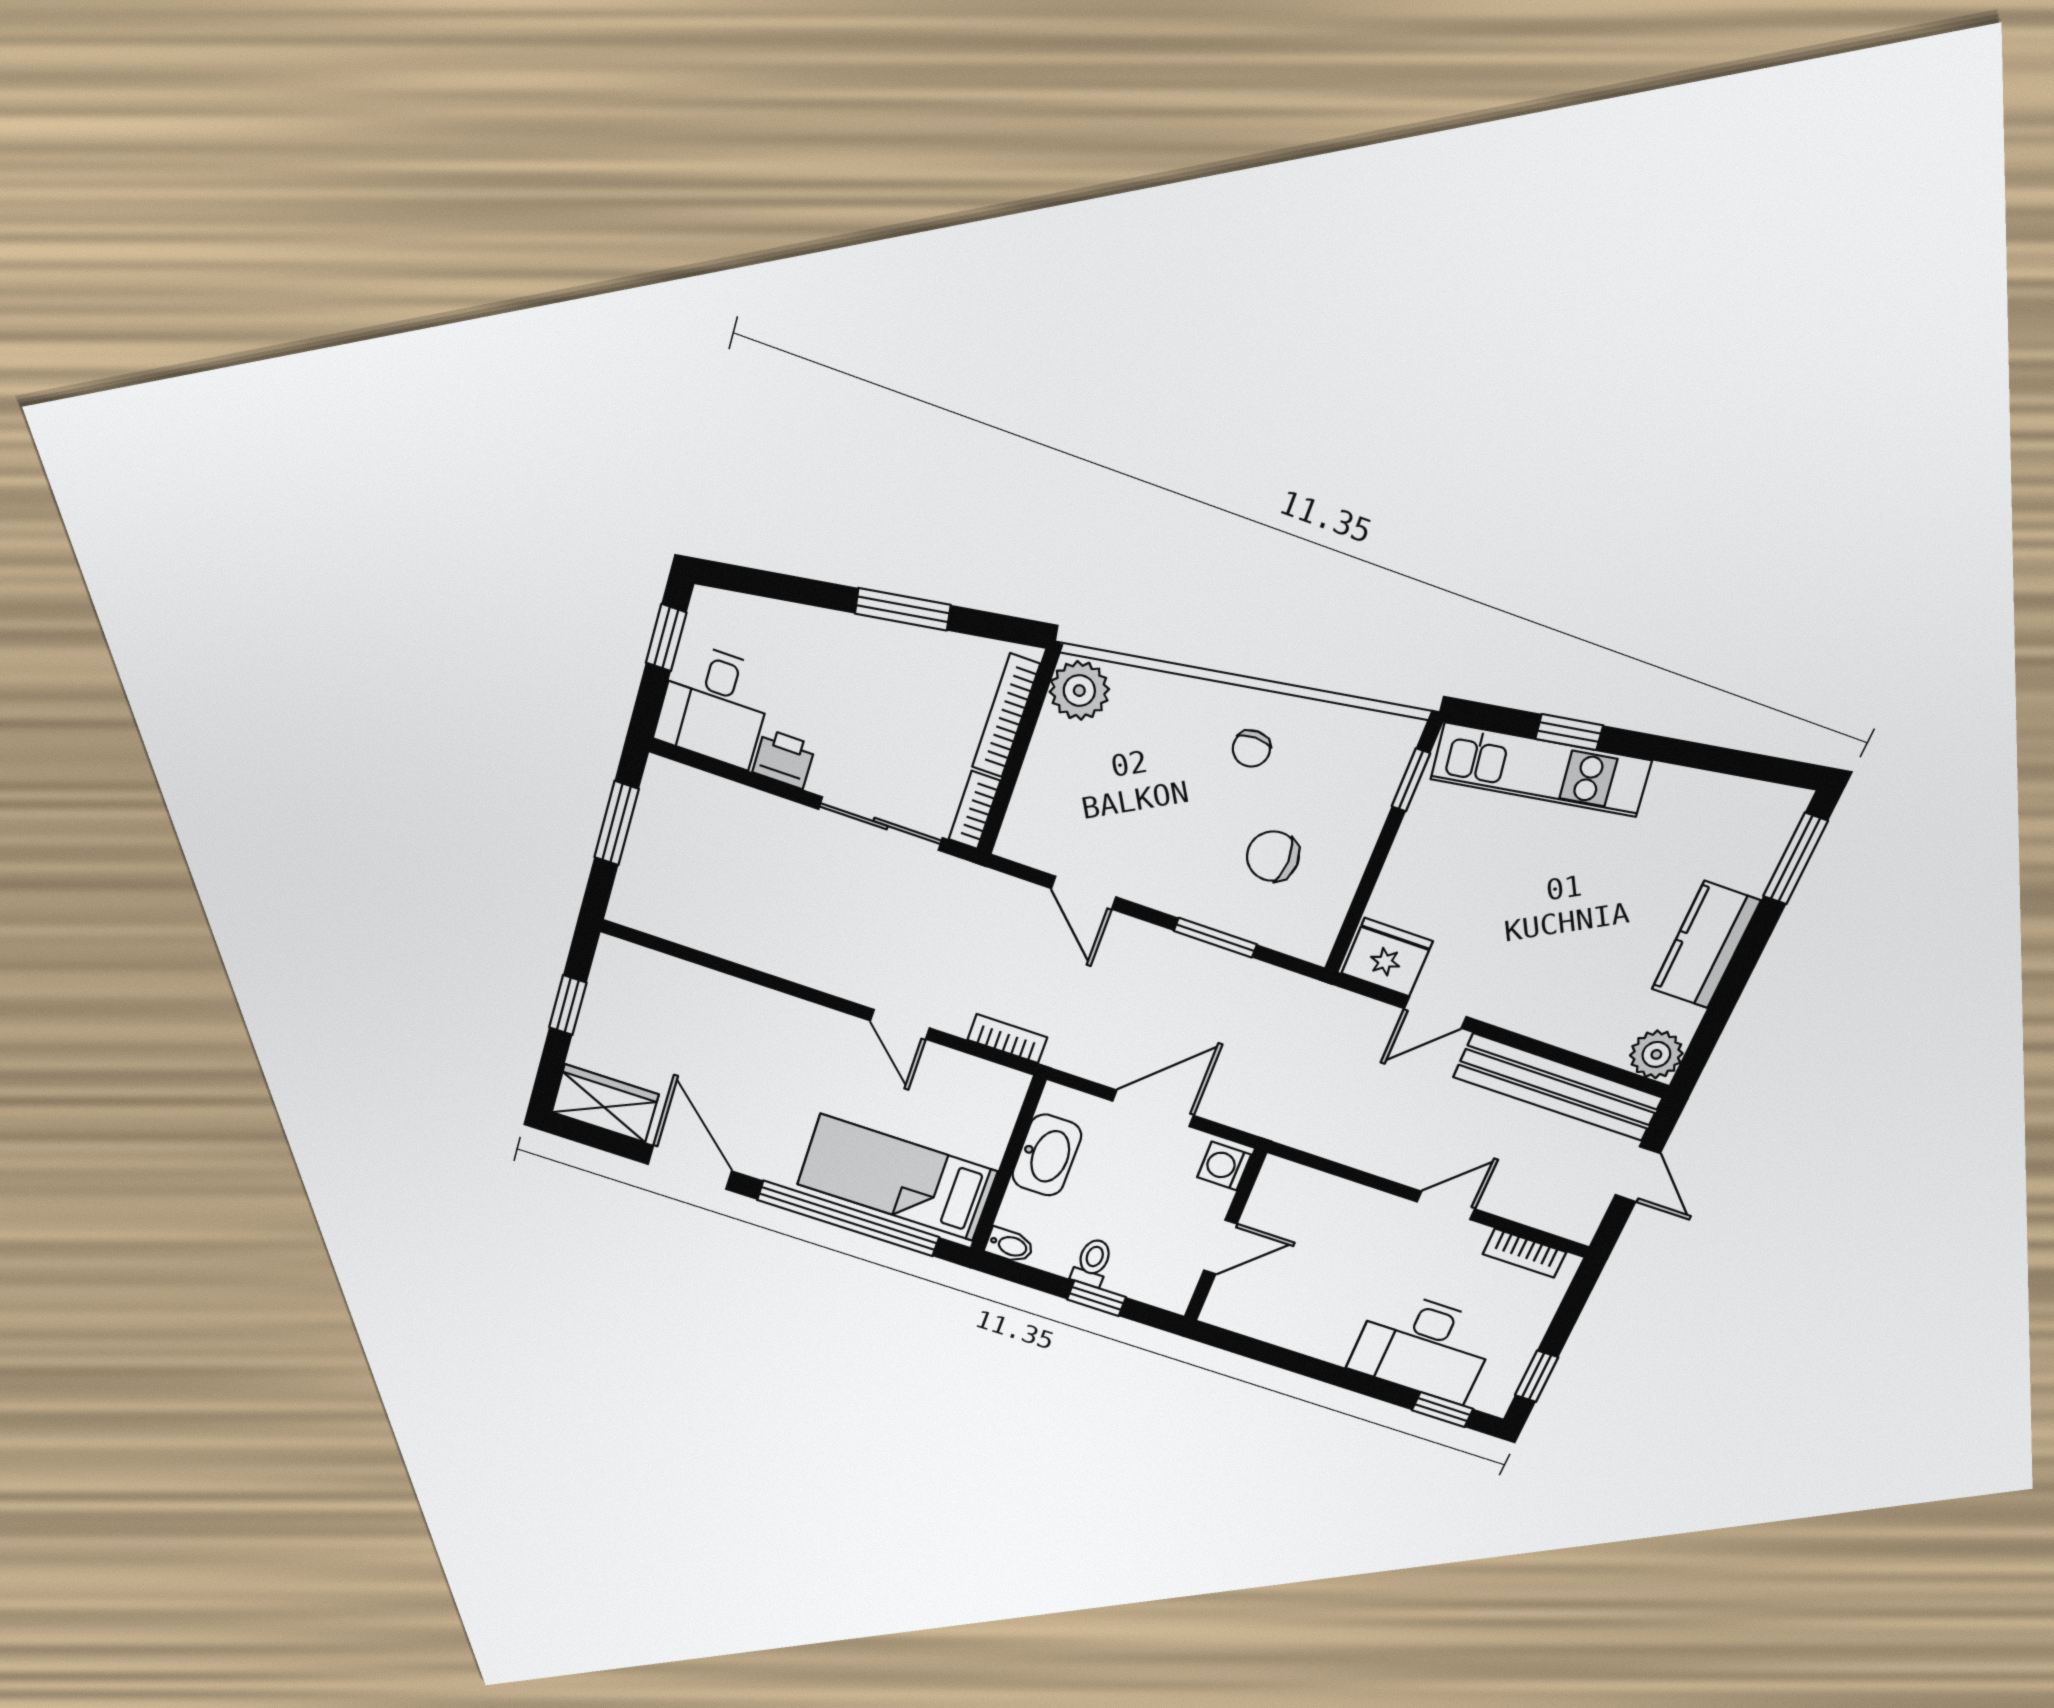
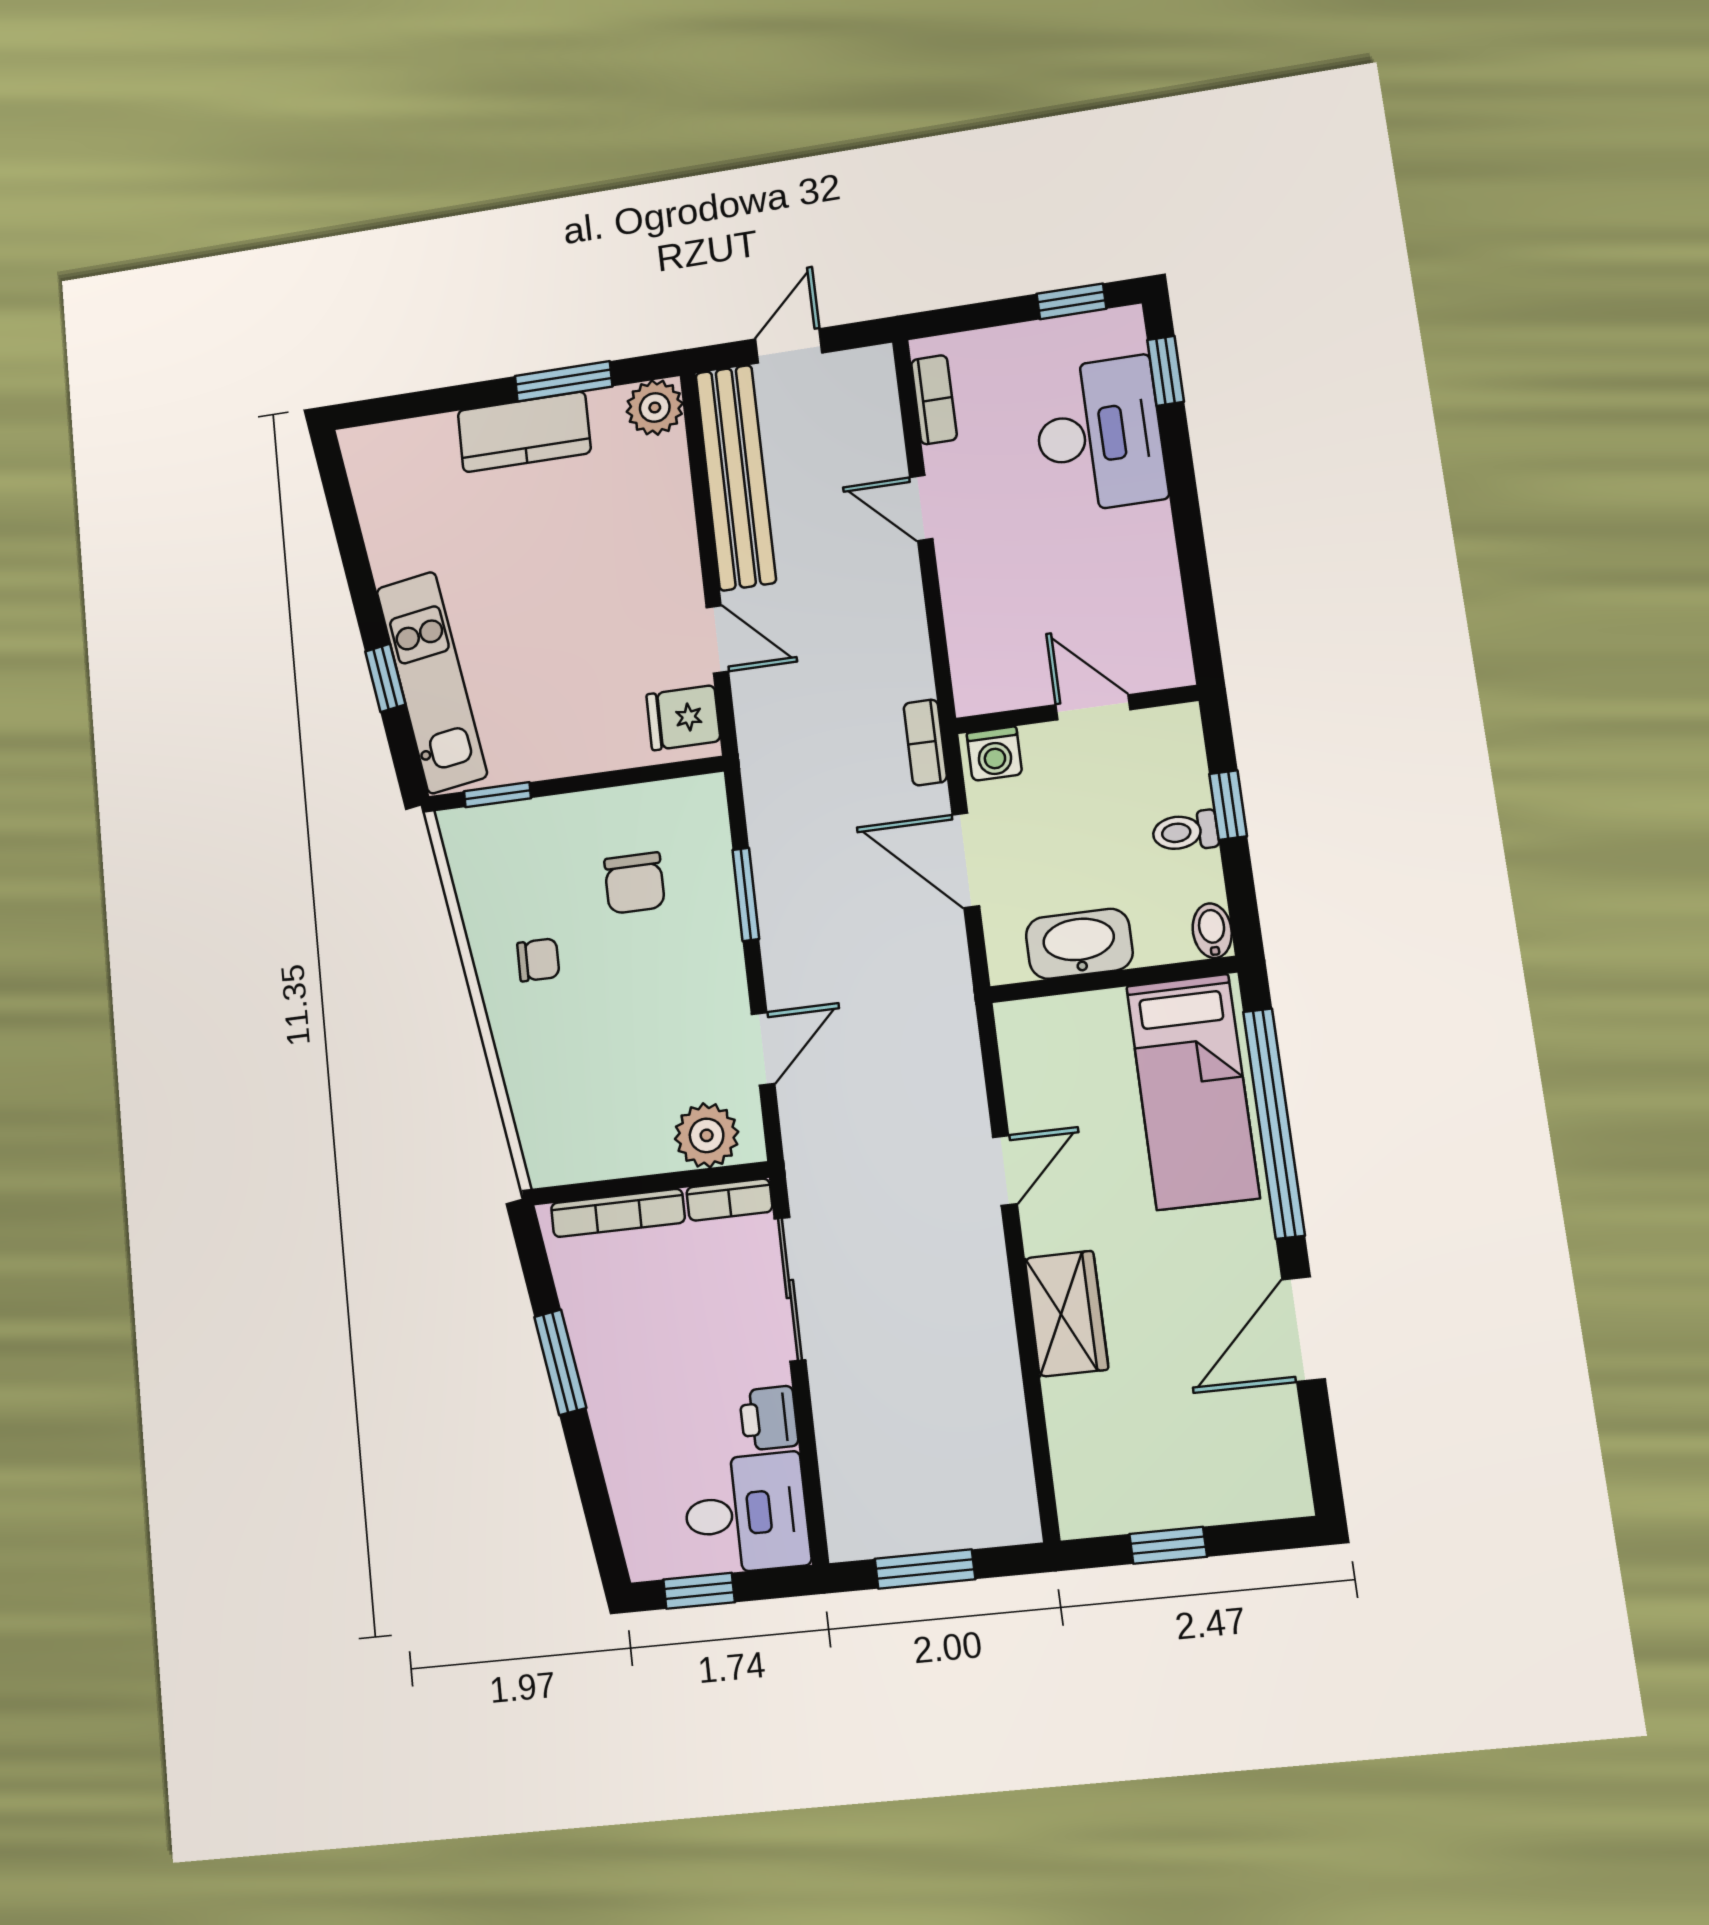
plant: (1079, 691) -> (707, 1135), moved
window: (1795, 859) -> (564, 381), moved
fridge: (1387, 957) -> (683, 718), width x0.72
bookcase: (1007, 1039) -> (925, 742), moved
wardrobe: (605, 1103) -> (1066, 1314), moved, turned 180

